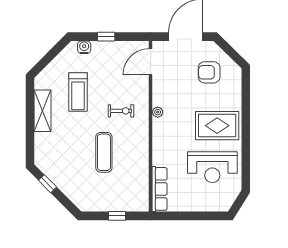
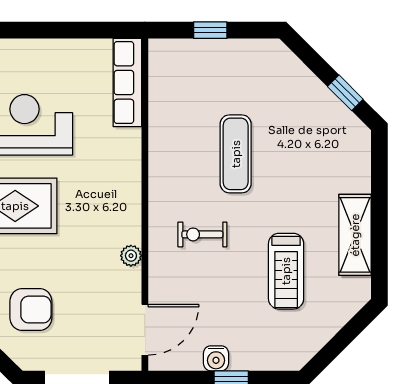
water cooler: (84, 47) -> (216, 358), moved
treadmill: (78, 92) -> (286, 271), turned 180
plant: (158, 112) -> (131, 256), moved

